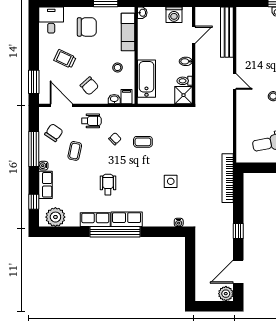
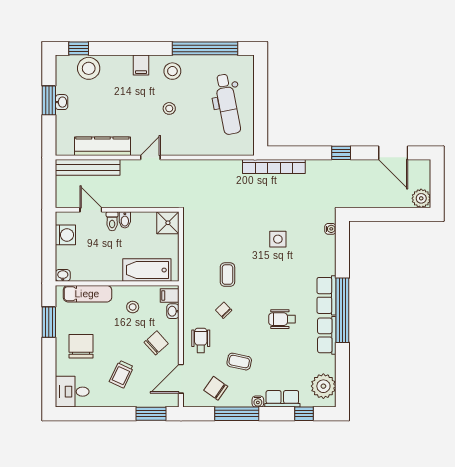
kitchen counter: (244, 44) -> (102, 146), added
toilet: (185, 81) -> (112, 221), moved
plant: (226, 294) -> (421, 198), moved

